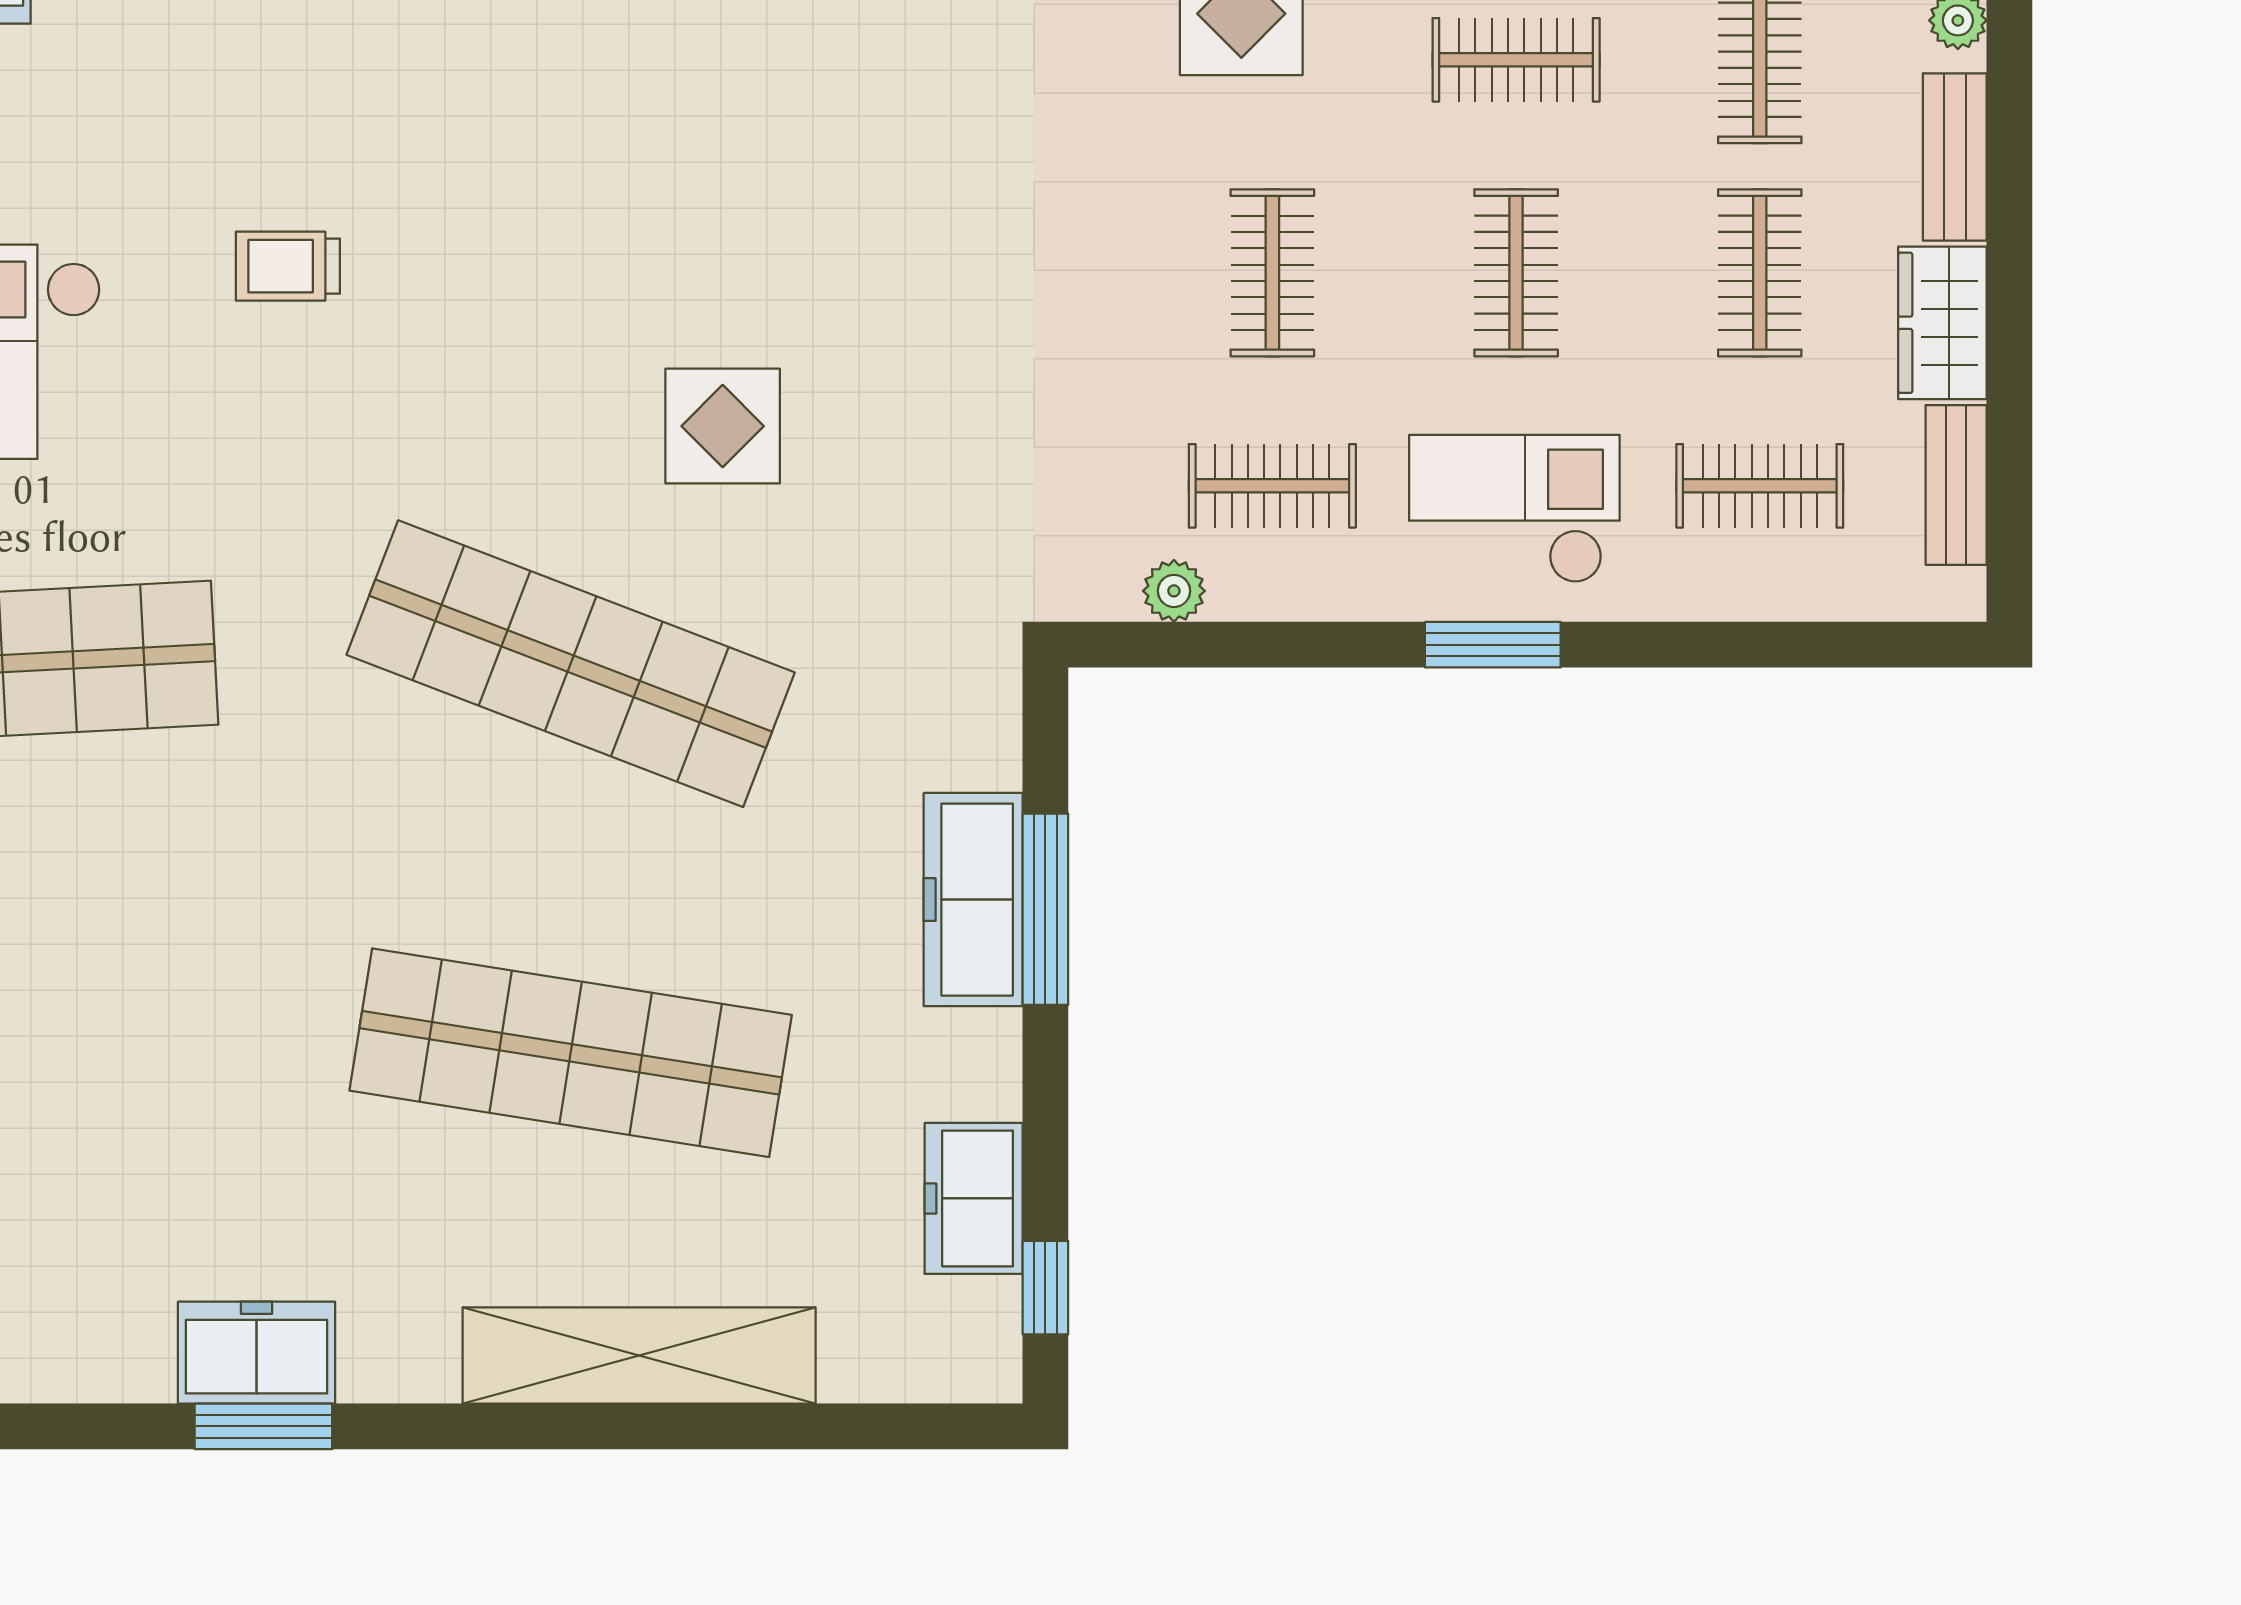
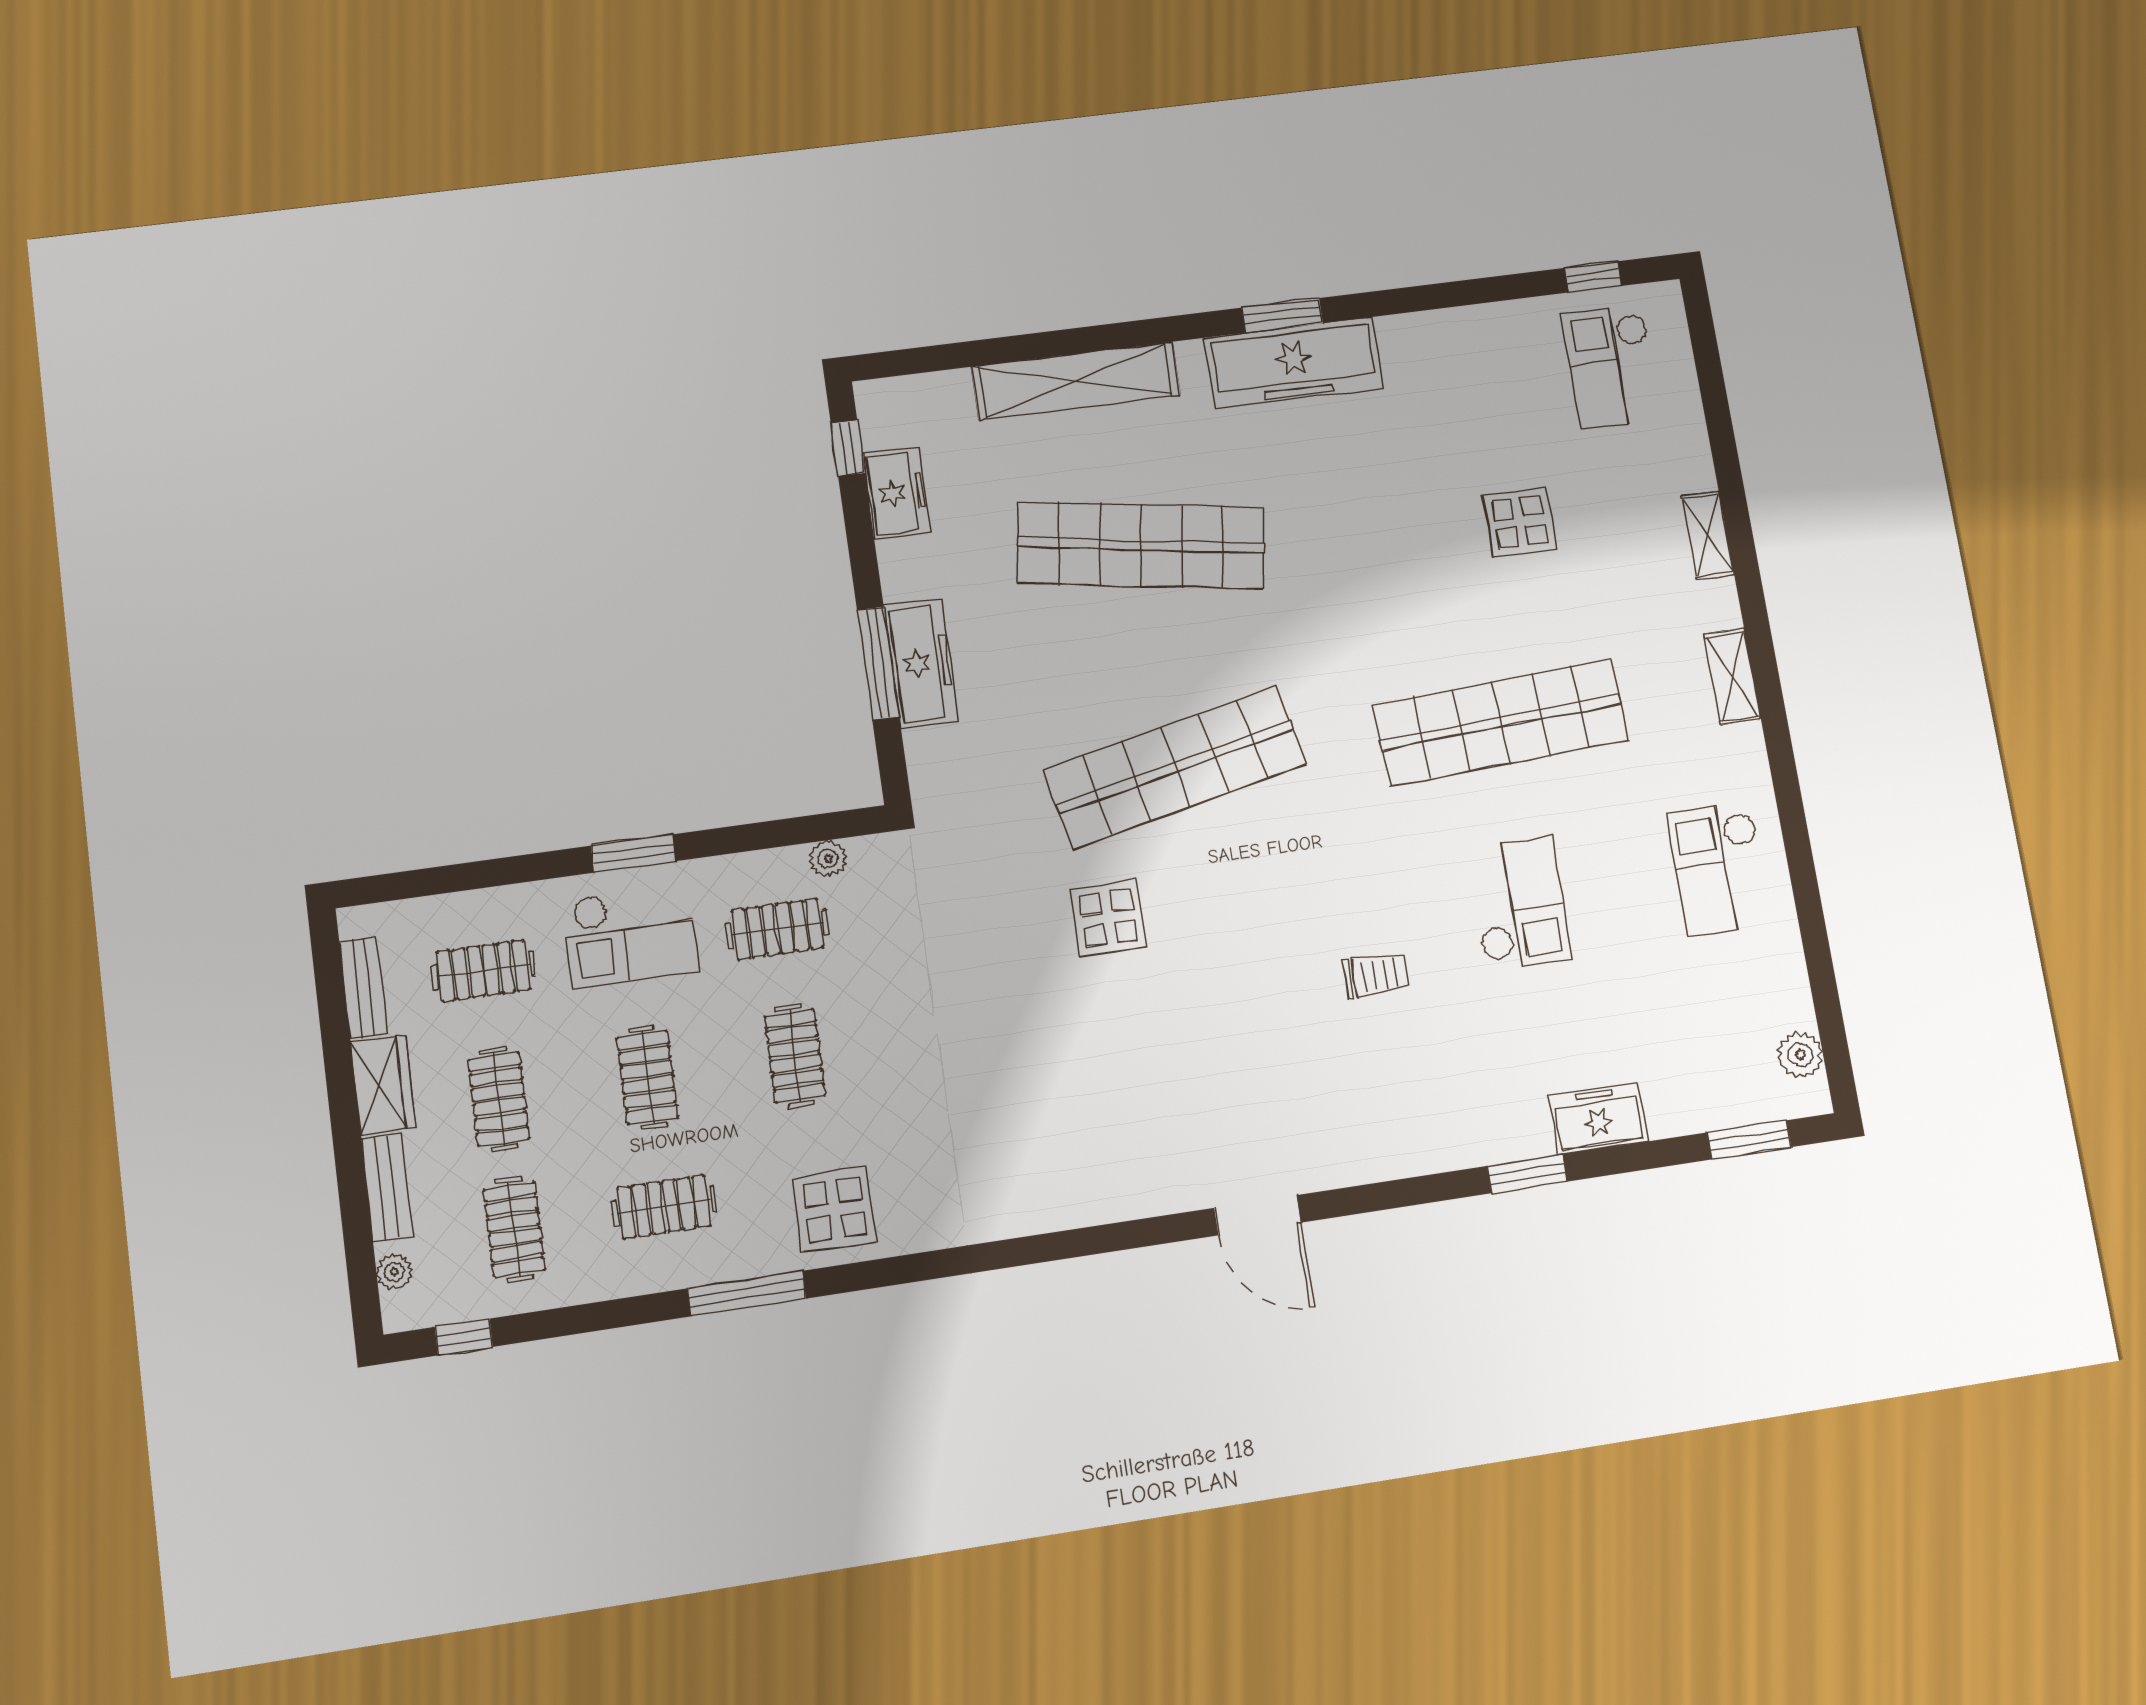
shop shelf: (571, 664) -> (1176, 767), turned -33
freezer: (256, 1353) -> (1294, 363), width x1.91, depth x1.26

